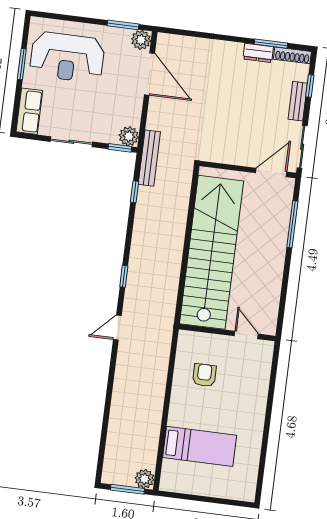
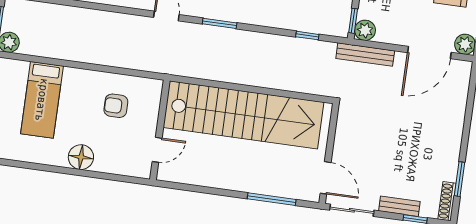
dresser: (258, 53) -> (450, 166), removed
bench: (149, 158) -> (365, 55), moved
window: (124, 276) -> (220, 23), width x1.50
armchair: (204, 375) -> (116, 106), turned 180
floor lamp: (254, 408) -> (81, 157), added

